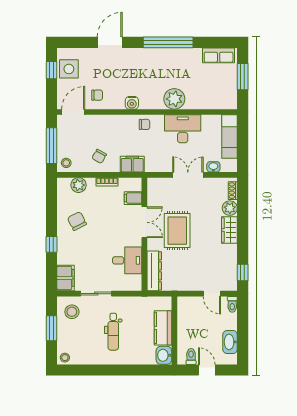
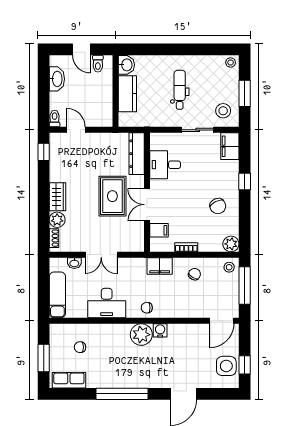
chair: (97, 95) -> (80, 347), moved
plant: (174, 99) -> (141, 335), moved
plant: (79, 185) -> (231, 244), moved

